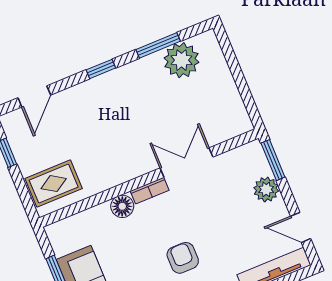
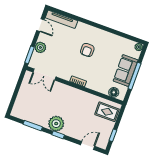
plant: (181, 60) -> (56, 124), moved
double door: (187, 163) -> (44, 75), moved
floor lamp: (122, 206) -> (114, 92), moved

